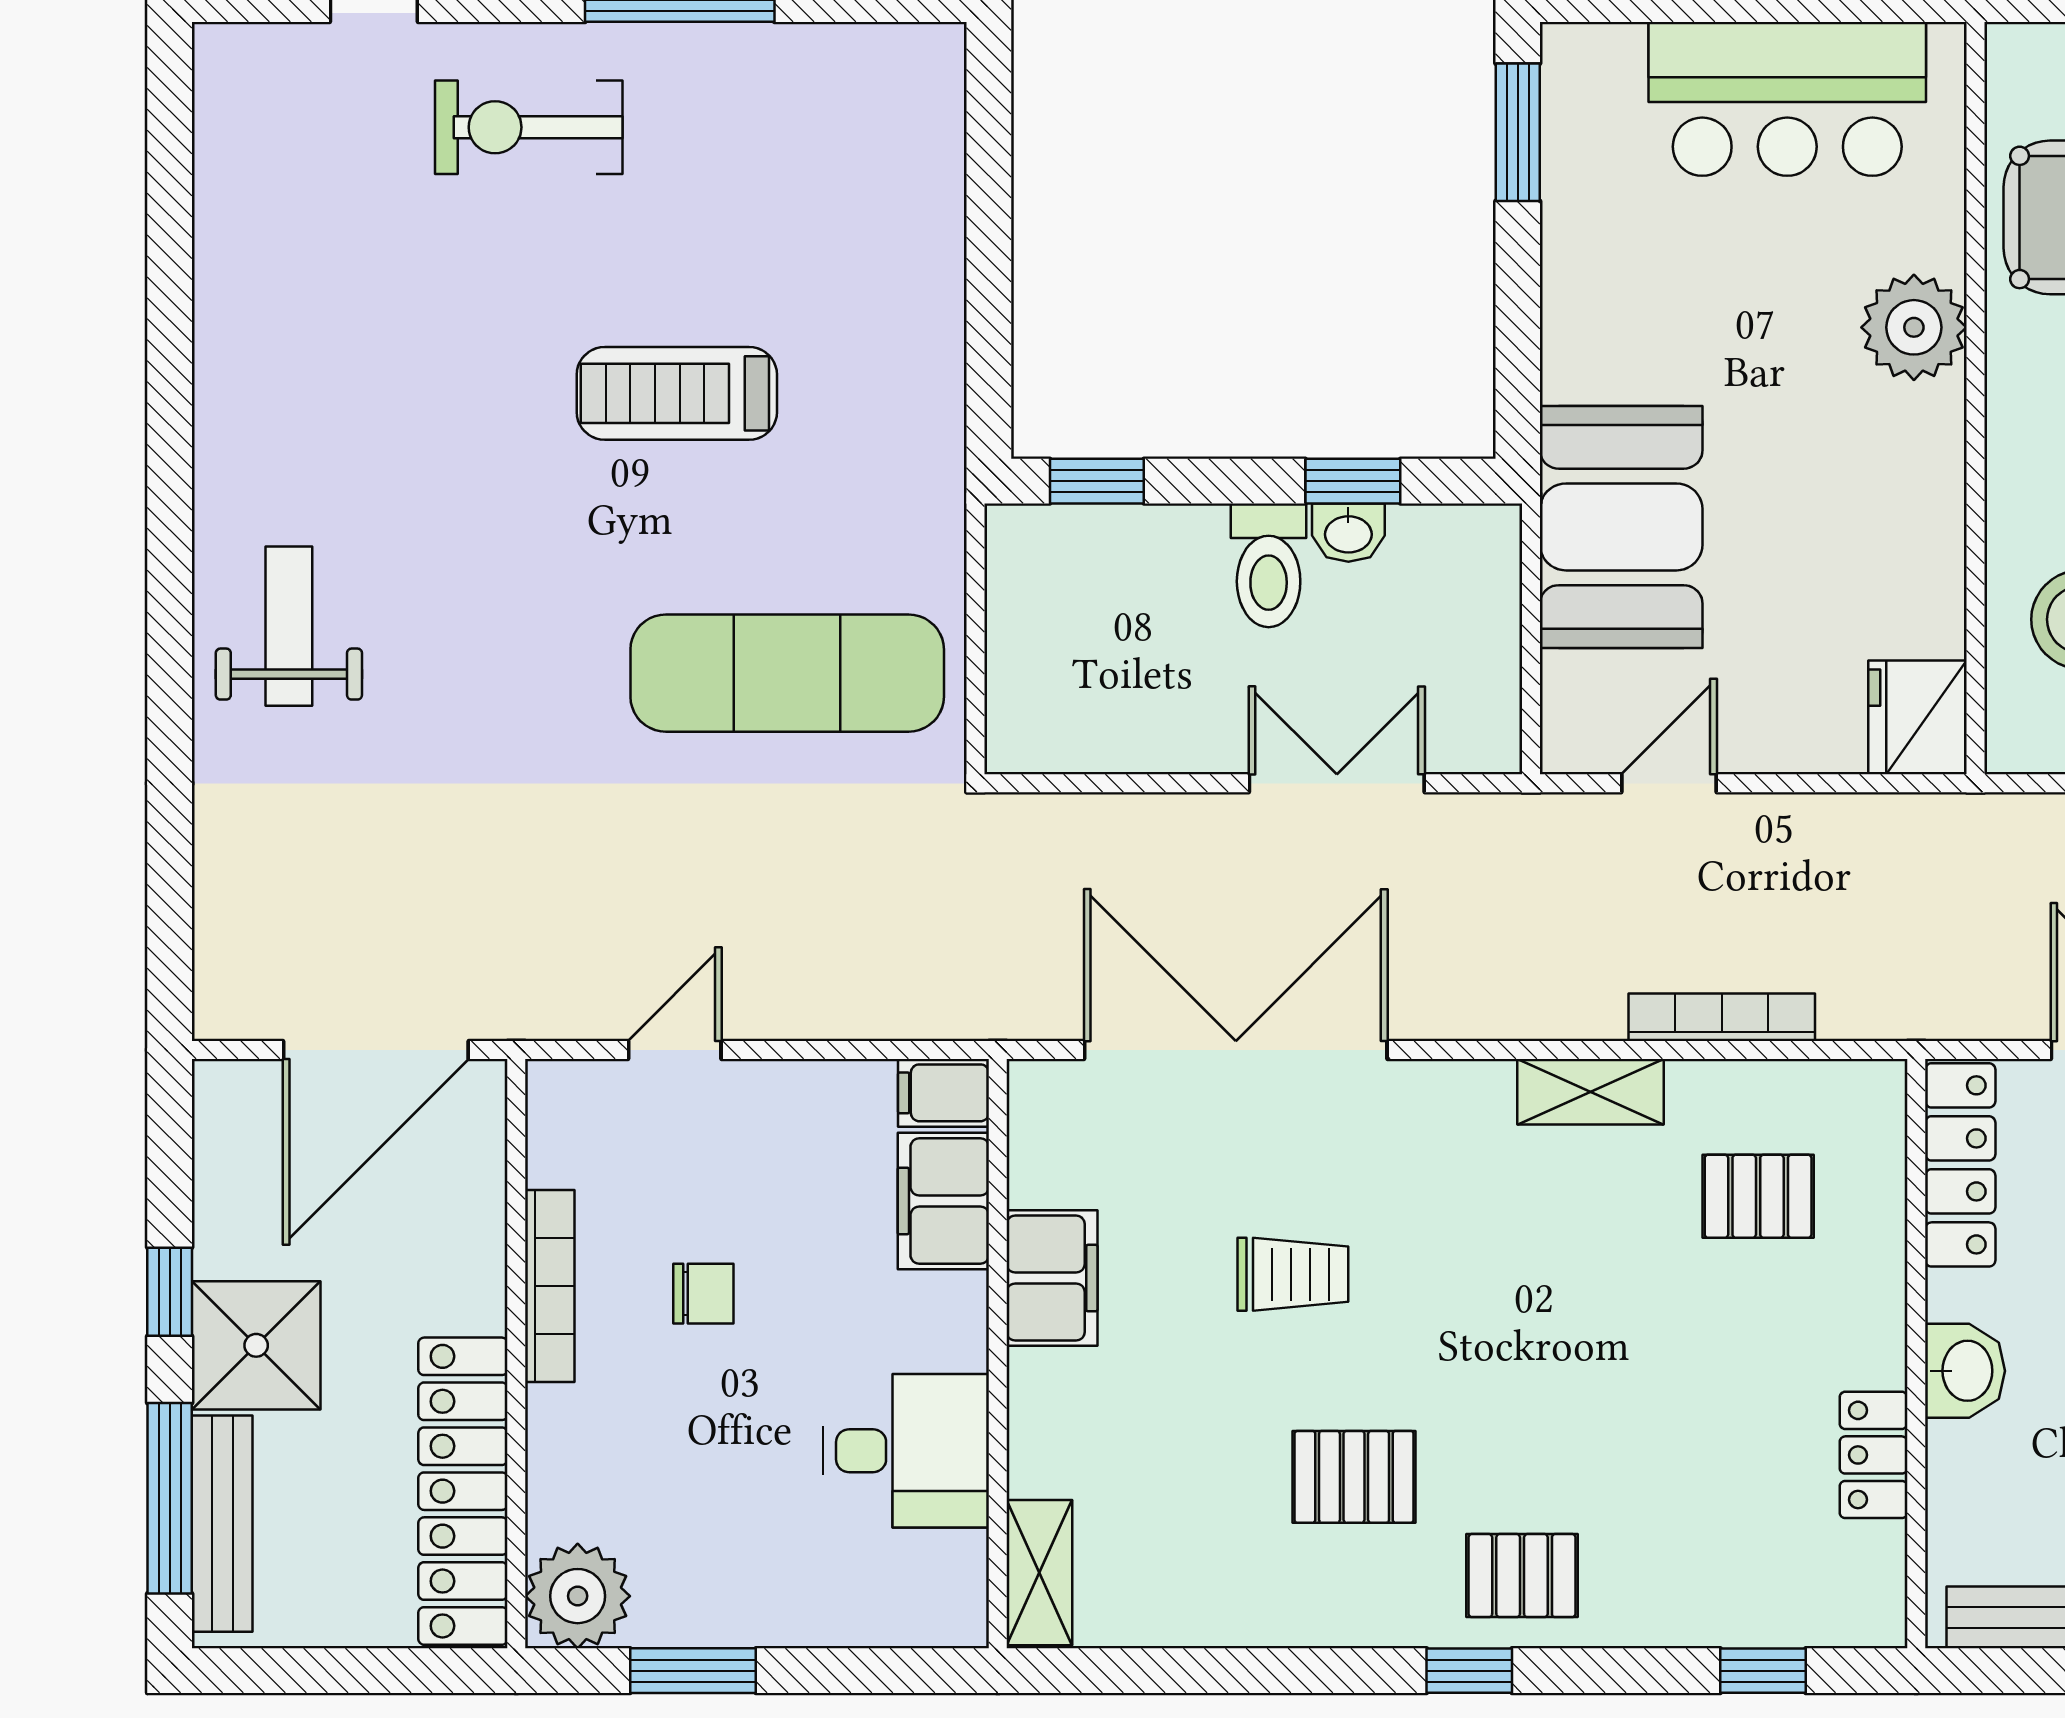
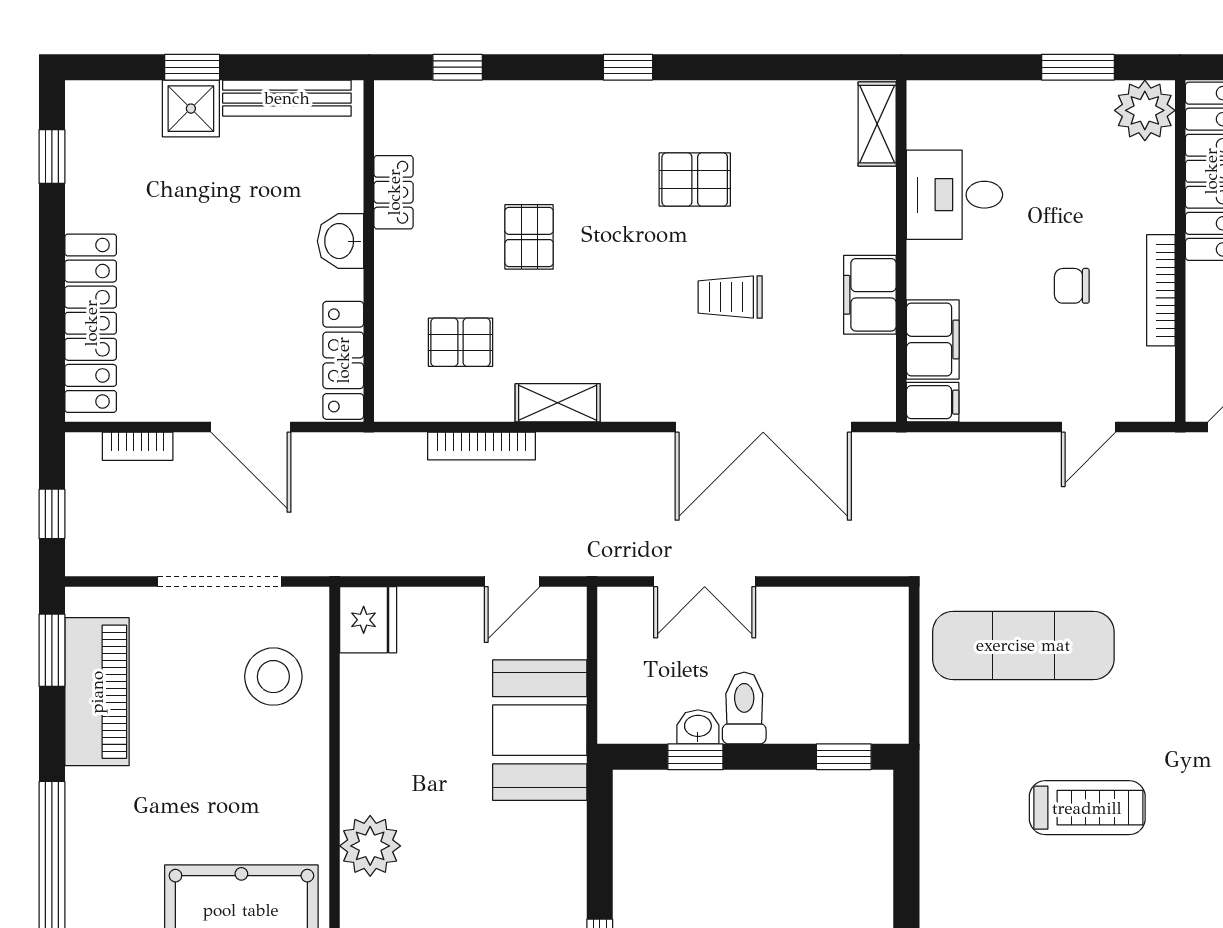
pallet: (1522, 1576) -> (529, 237), moved, turned 90

